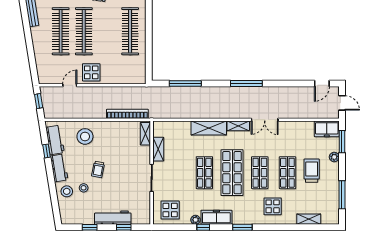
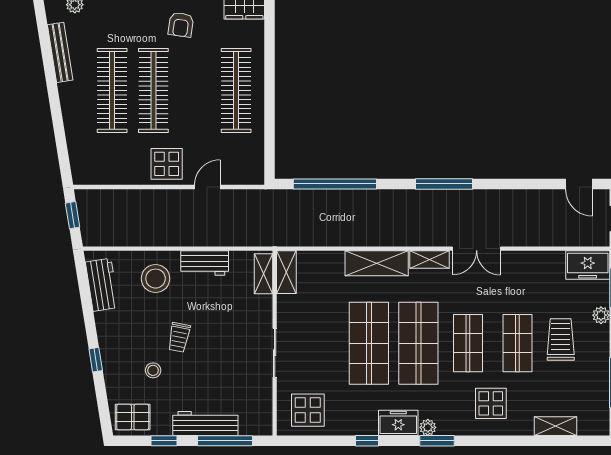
window: (185, 84) -> (335, 184), width x1.46
door: (322, 84) -> (579, 184), hinge flipped
door: (70, 85) -> (207, 187), moved
bookcase: (127, 114) -> (231, 238), removed
shelving: (158, 149) -> (286, 272), moved
window: (47, 151) -> (96, 360), moved
workbench: (59, 168) -> (205, 263), moved, turned 99
shop shelf: (204, 173) -> (369, 343), width x1.43, depth x1.36
stool: (67, 191) -> (123, 377), removed
pallet: (72, 214) -> (133, 417), added
freezer: (216, 217) -> (398, 423), width x0.71
plant: (195, 220) -> (428, 427), moved
window: (124, 227) -> (225, 441), width x2.17

